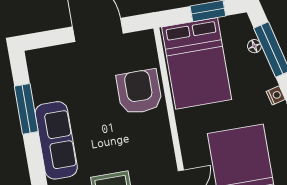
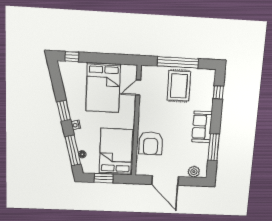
plant: (50, 57) -> (194, 172), added
sofa: (56, 140) -> (202, 127), width x0.73

